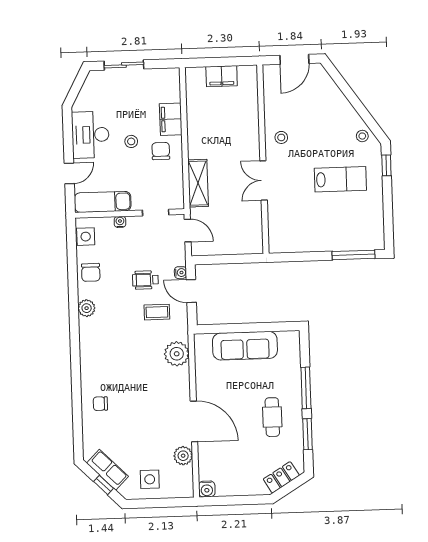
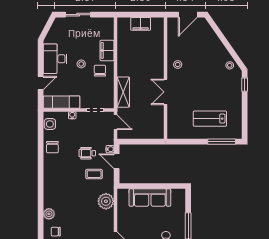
lab bench: (340, 179) -> (210, 119), moved, turned 180
plant: (87, 308) -> (49, 214), moved

